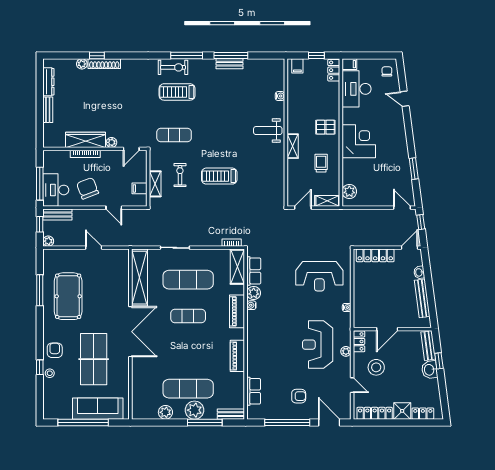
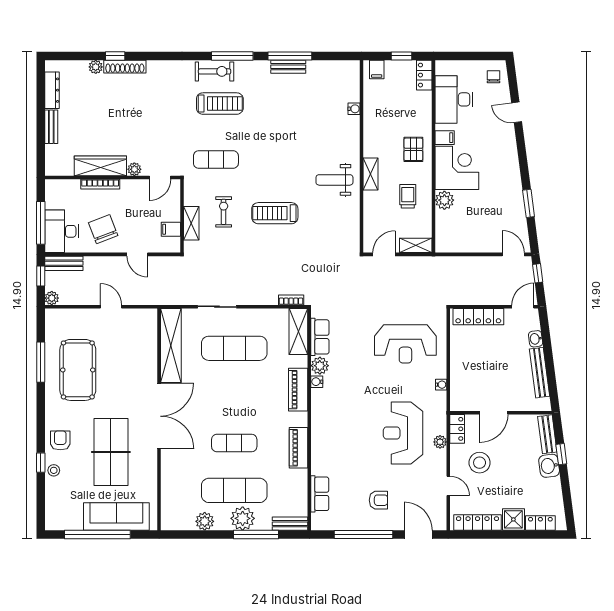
filing cabinet: (349, 64) -> (445, 138), moved
treadmill: (177, 92) -> (220, 104), turned 180
pallet: (325, 127) -> (413, 149), turned 90
weight bench: (268, 131) -> (334, 180), moved
plant: (349, 191) -> (444, 200), moved
exercise mat: (188, 316) -> (234, 443), moved

